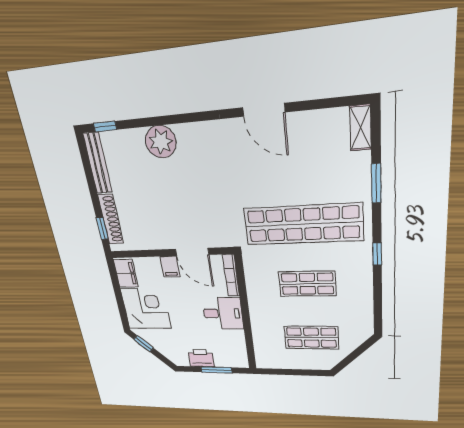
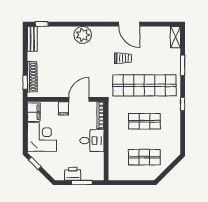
plant: (161, 142) -> (83, 35), moved
bench: (98, 163) -> (32, 39), width x0.73
trolley: (259, 178) -> (123, 58), added
door: (192, 252) -> (79, 99), swing flipped

